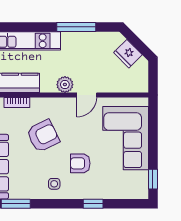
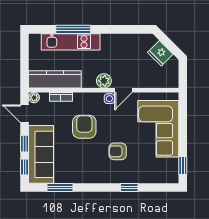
window: (76, 27) -> (73, 29), moved
armchair: (43, 136) -> (84, 127), turned -64
side table: (54, 184) -> (109, 99), moved

